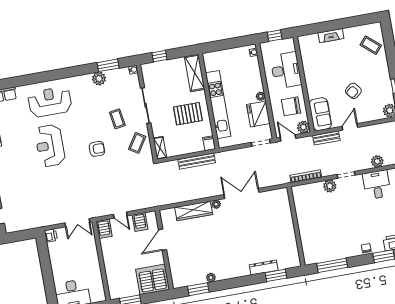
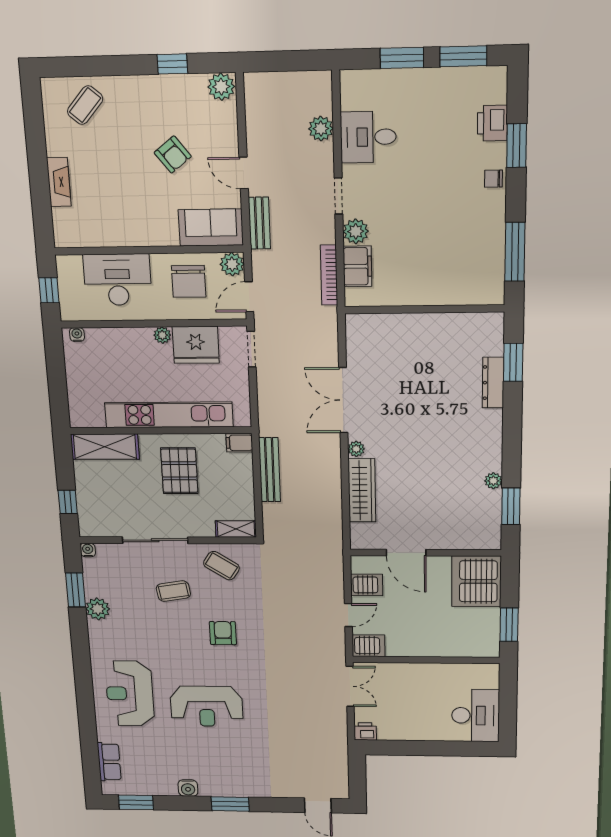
filing cabinet: (312, 190) -> (358, 266), added

